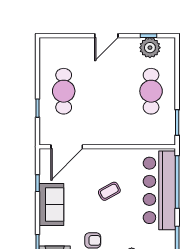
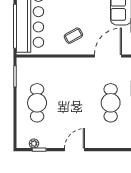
plant: (150, 48) -> (34, 144), width x0.53, depth x0.53
coffee table: (109, 191) -> (73, 36), moved

